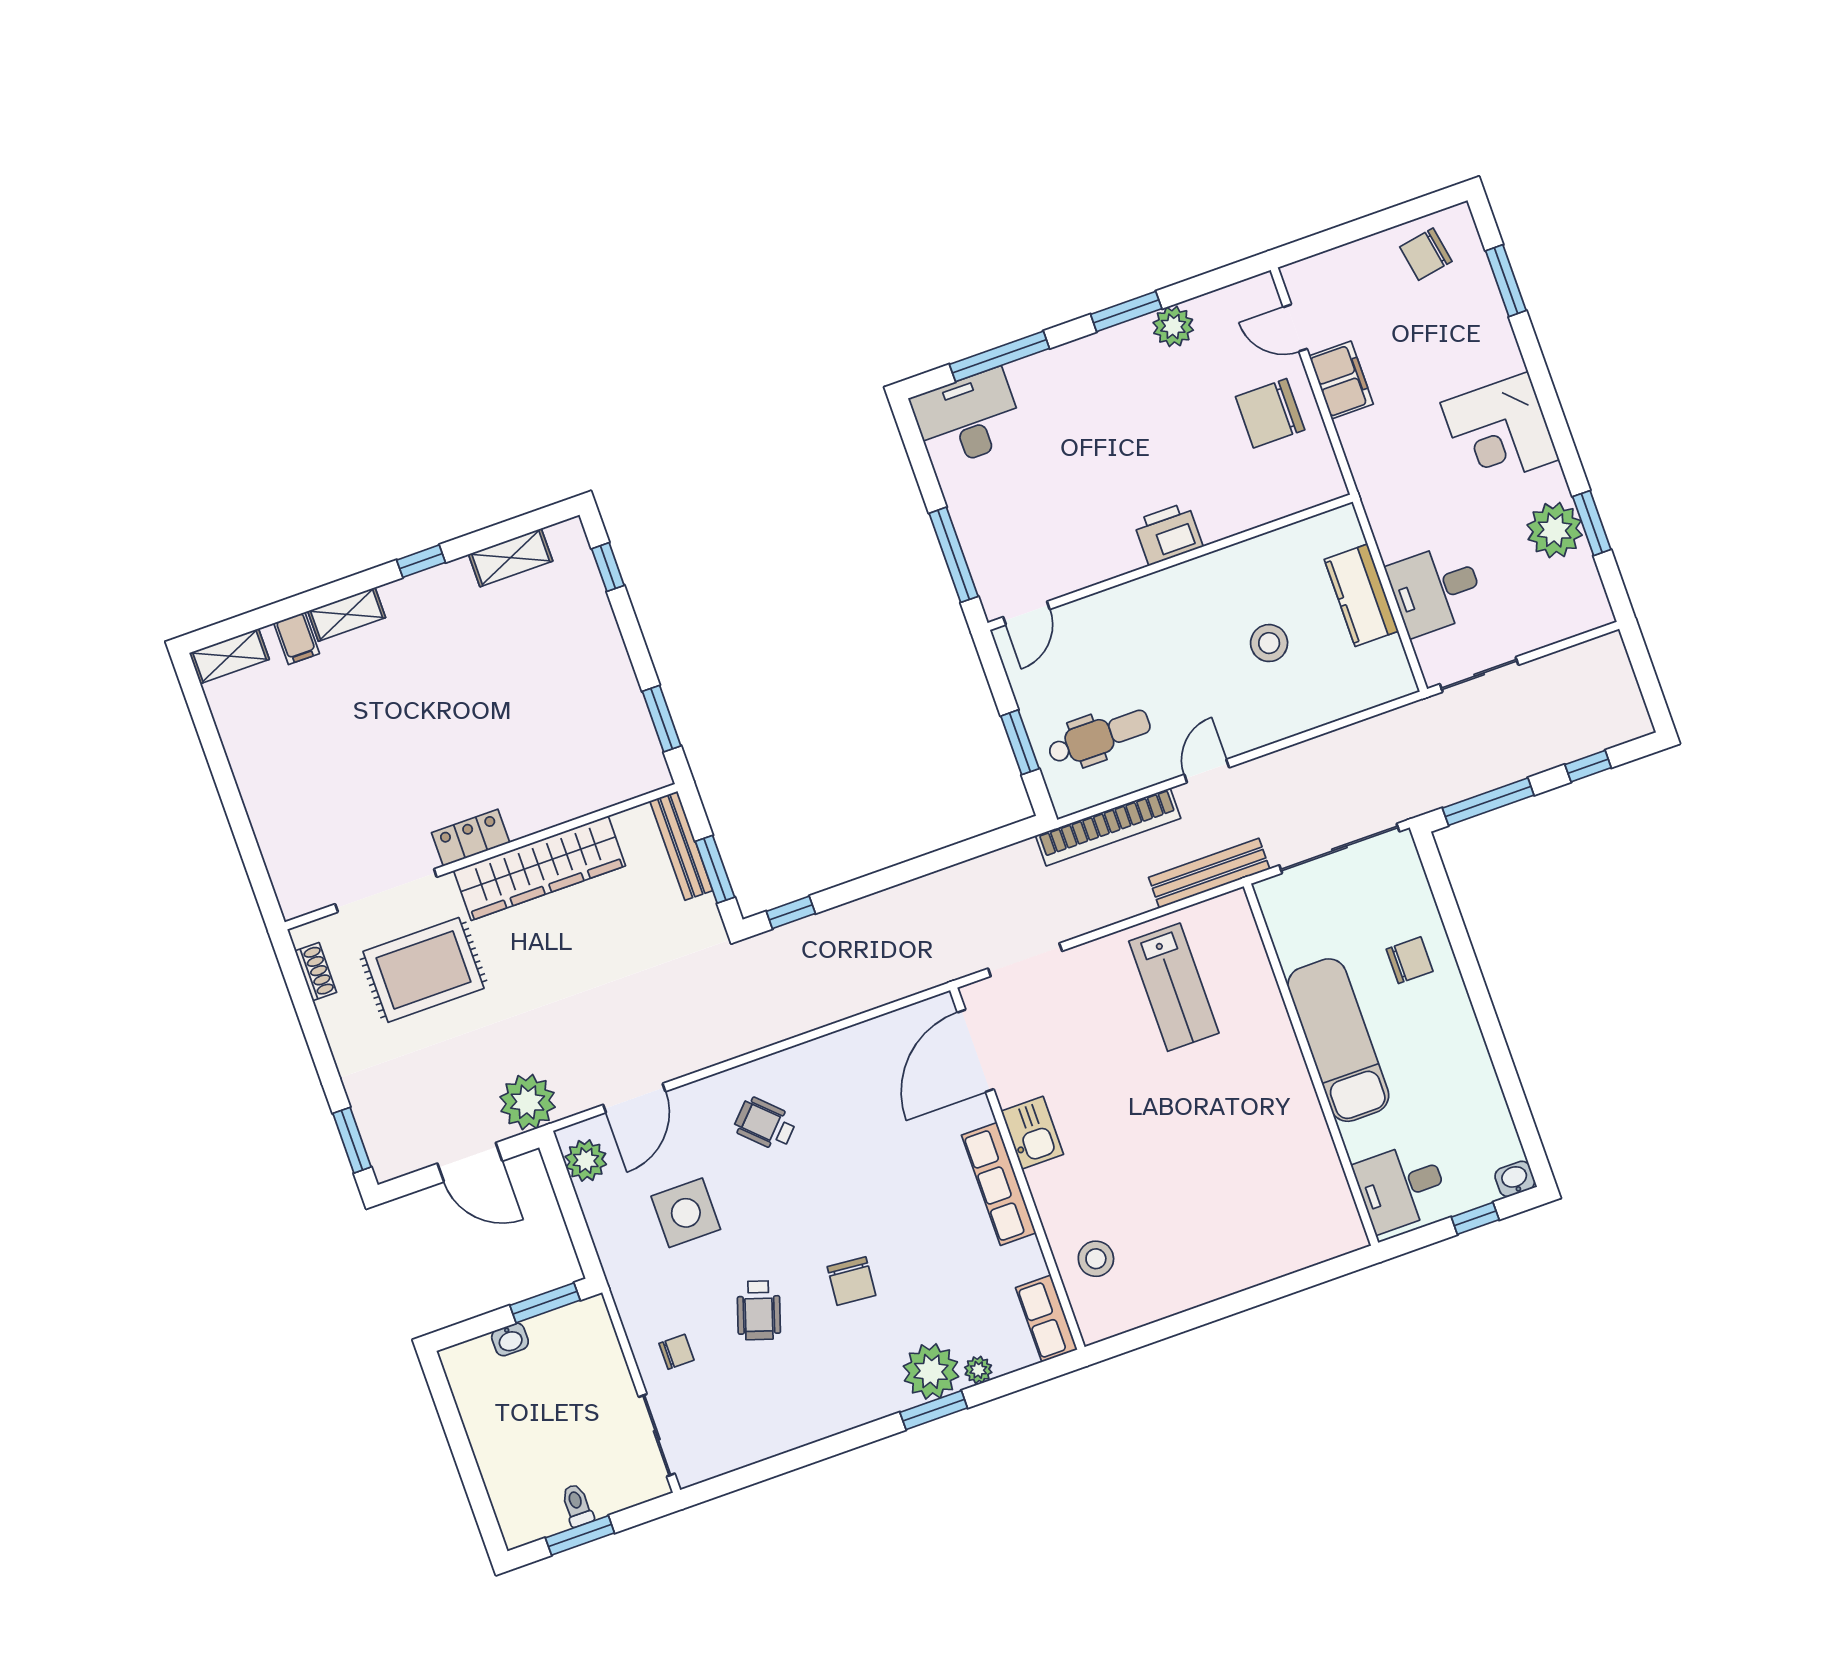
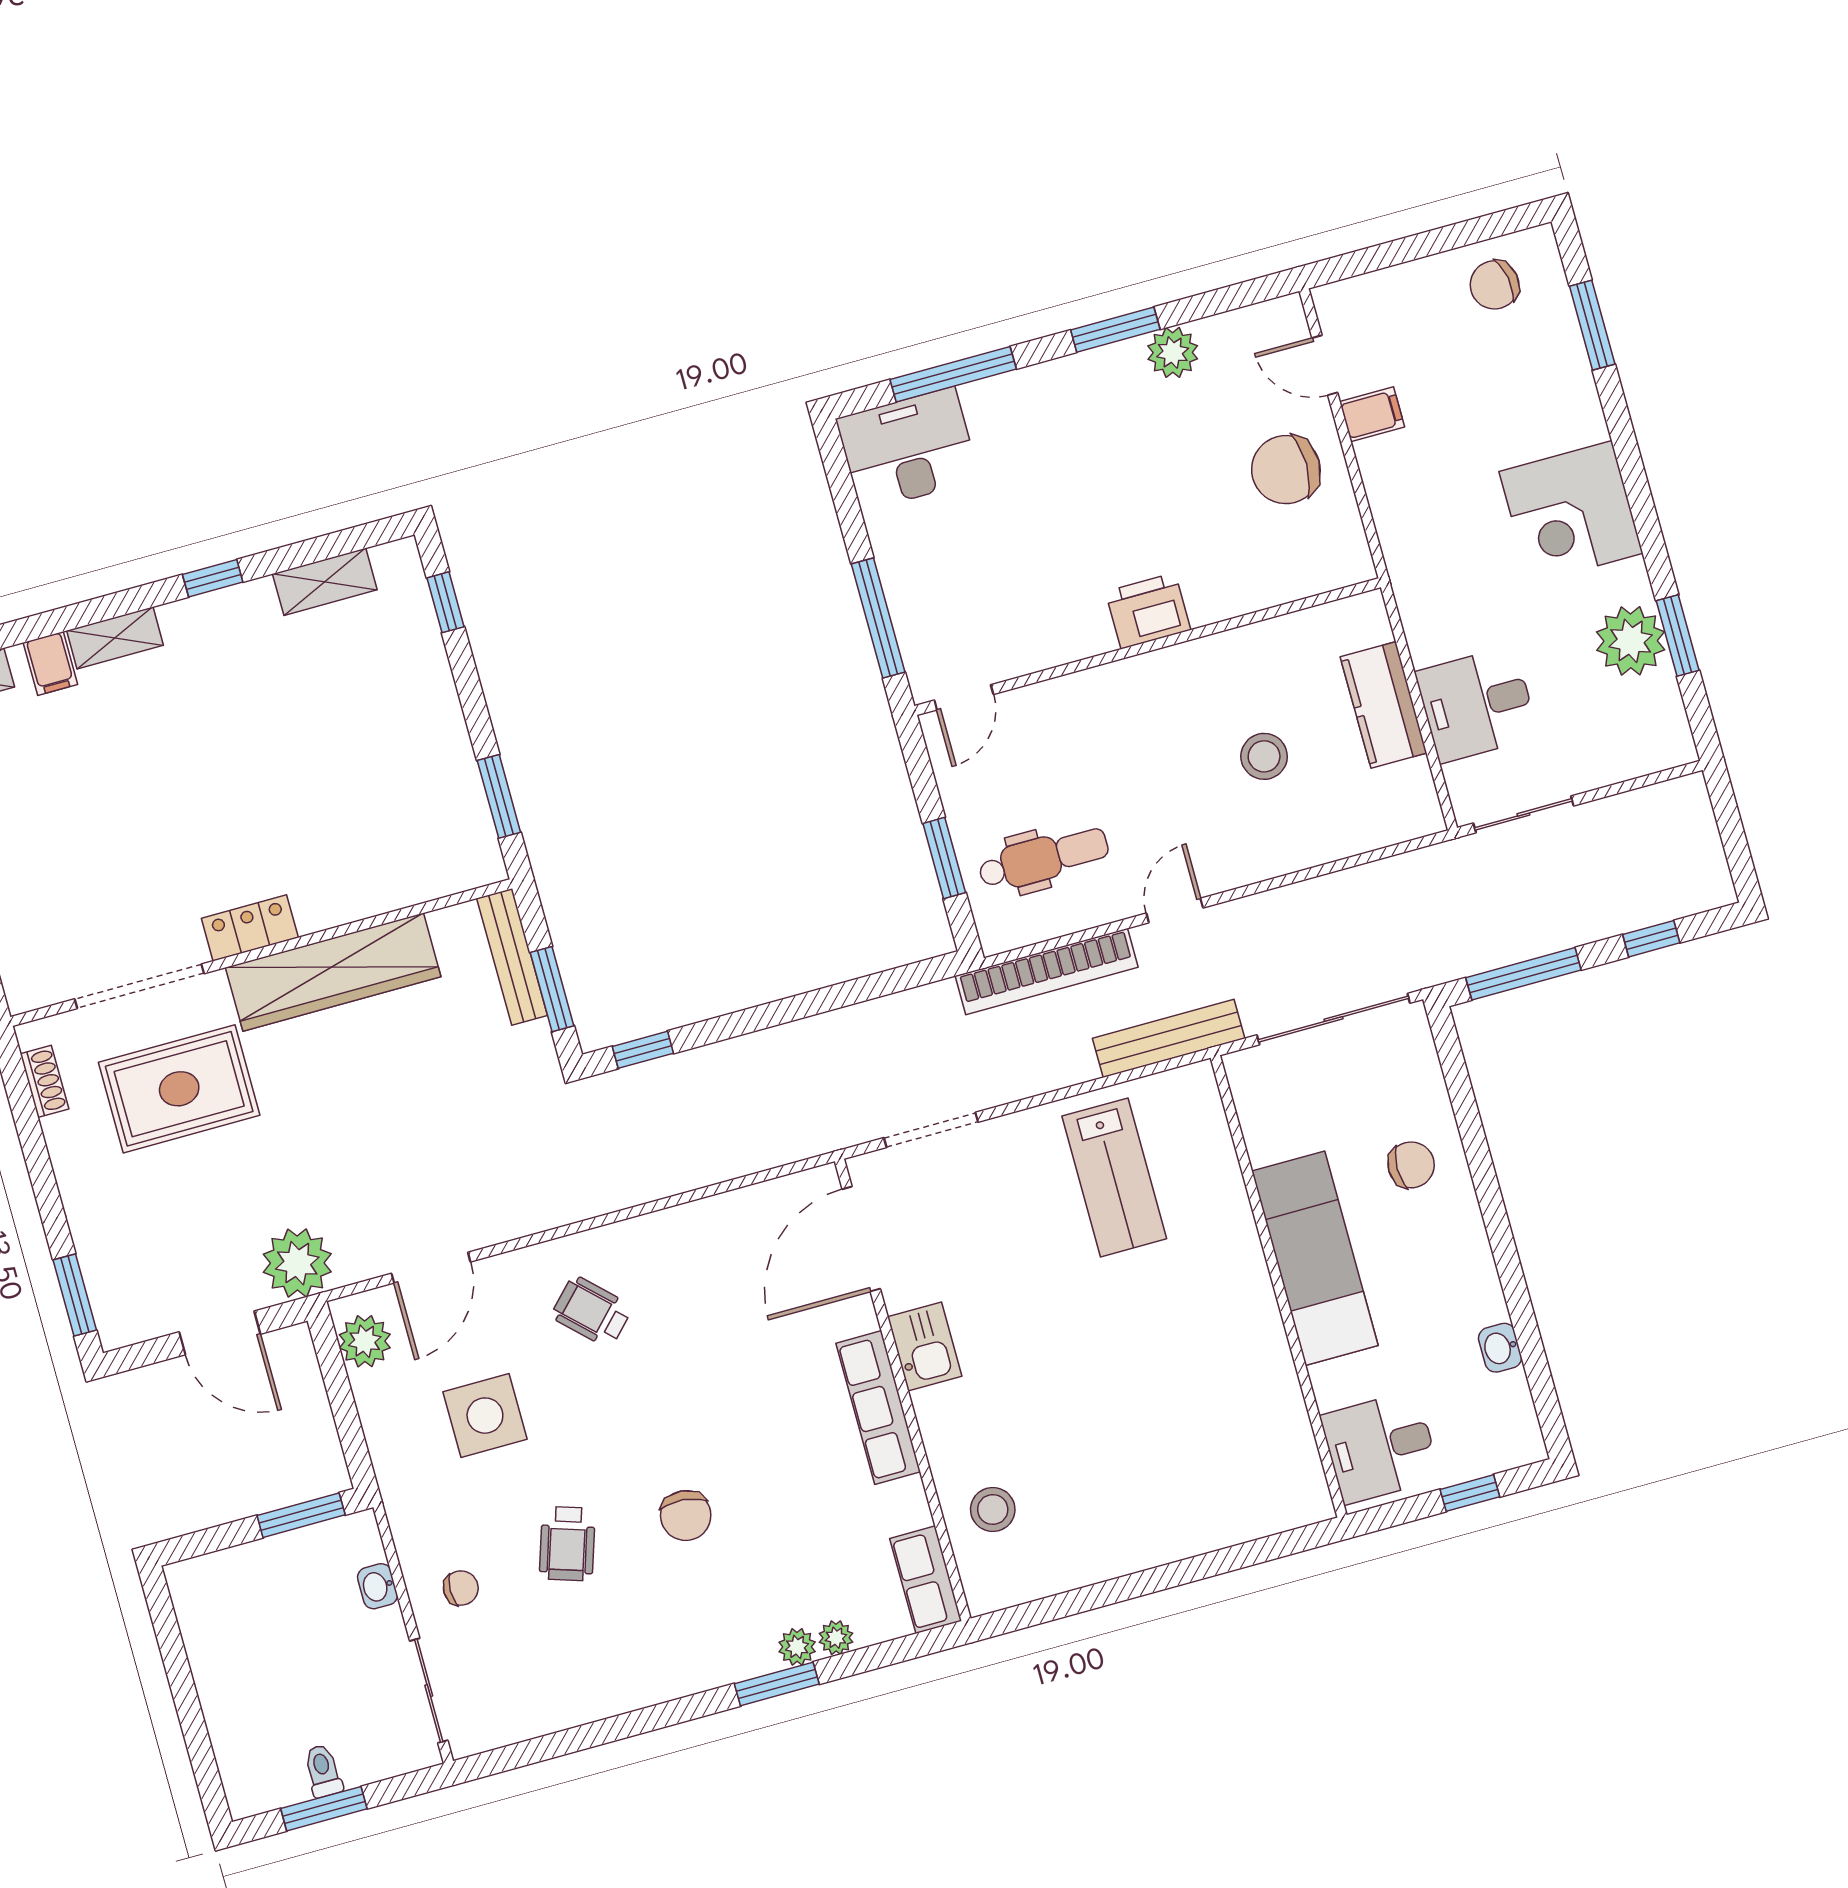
filing cabinet: (1341, 380) -> (1372, 414), width x0.50
washbasin: (1515, 1179) -> (1500, 1348), moved, turned -90
washbasin: (510, 1339) -> (377, 1586), moved, turned 90
plant: (931, 1371) -> (797, 1647), width x0.53, depth x0.53

